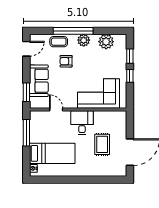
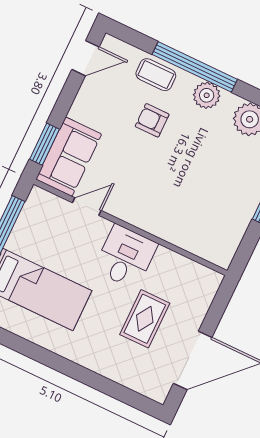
sofa: (39, 81) -> (69, 157), moved
corner sofa: (99, 94) -> (186, 215), removed
door: (56, 110) -> (87, 207), hinge flipped

